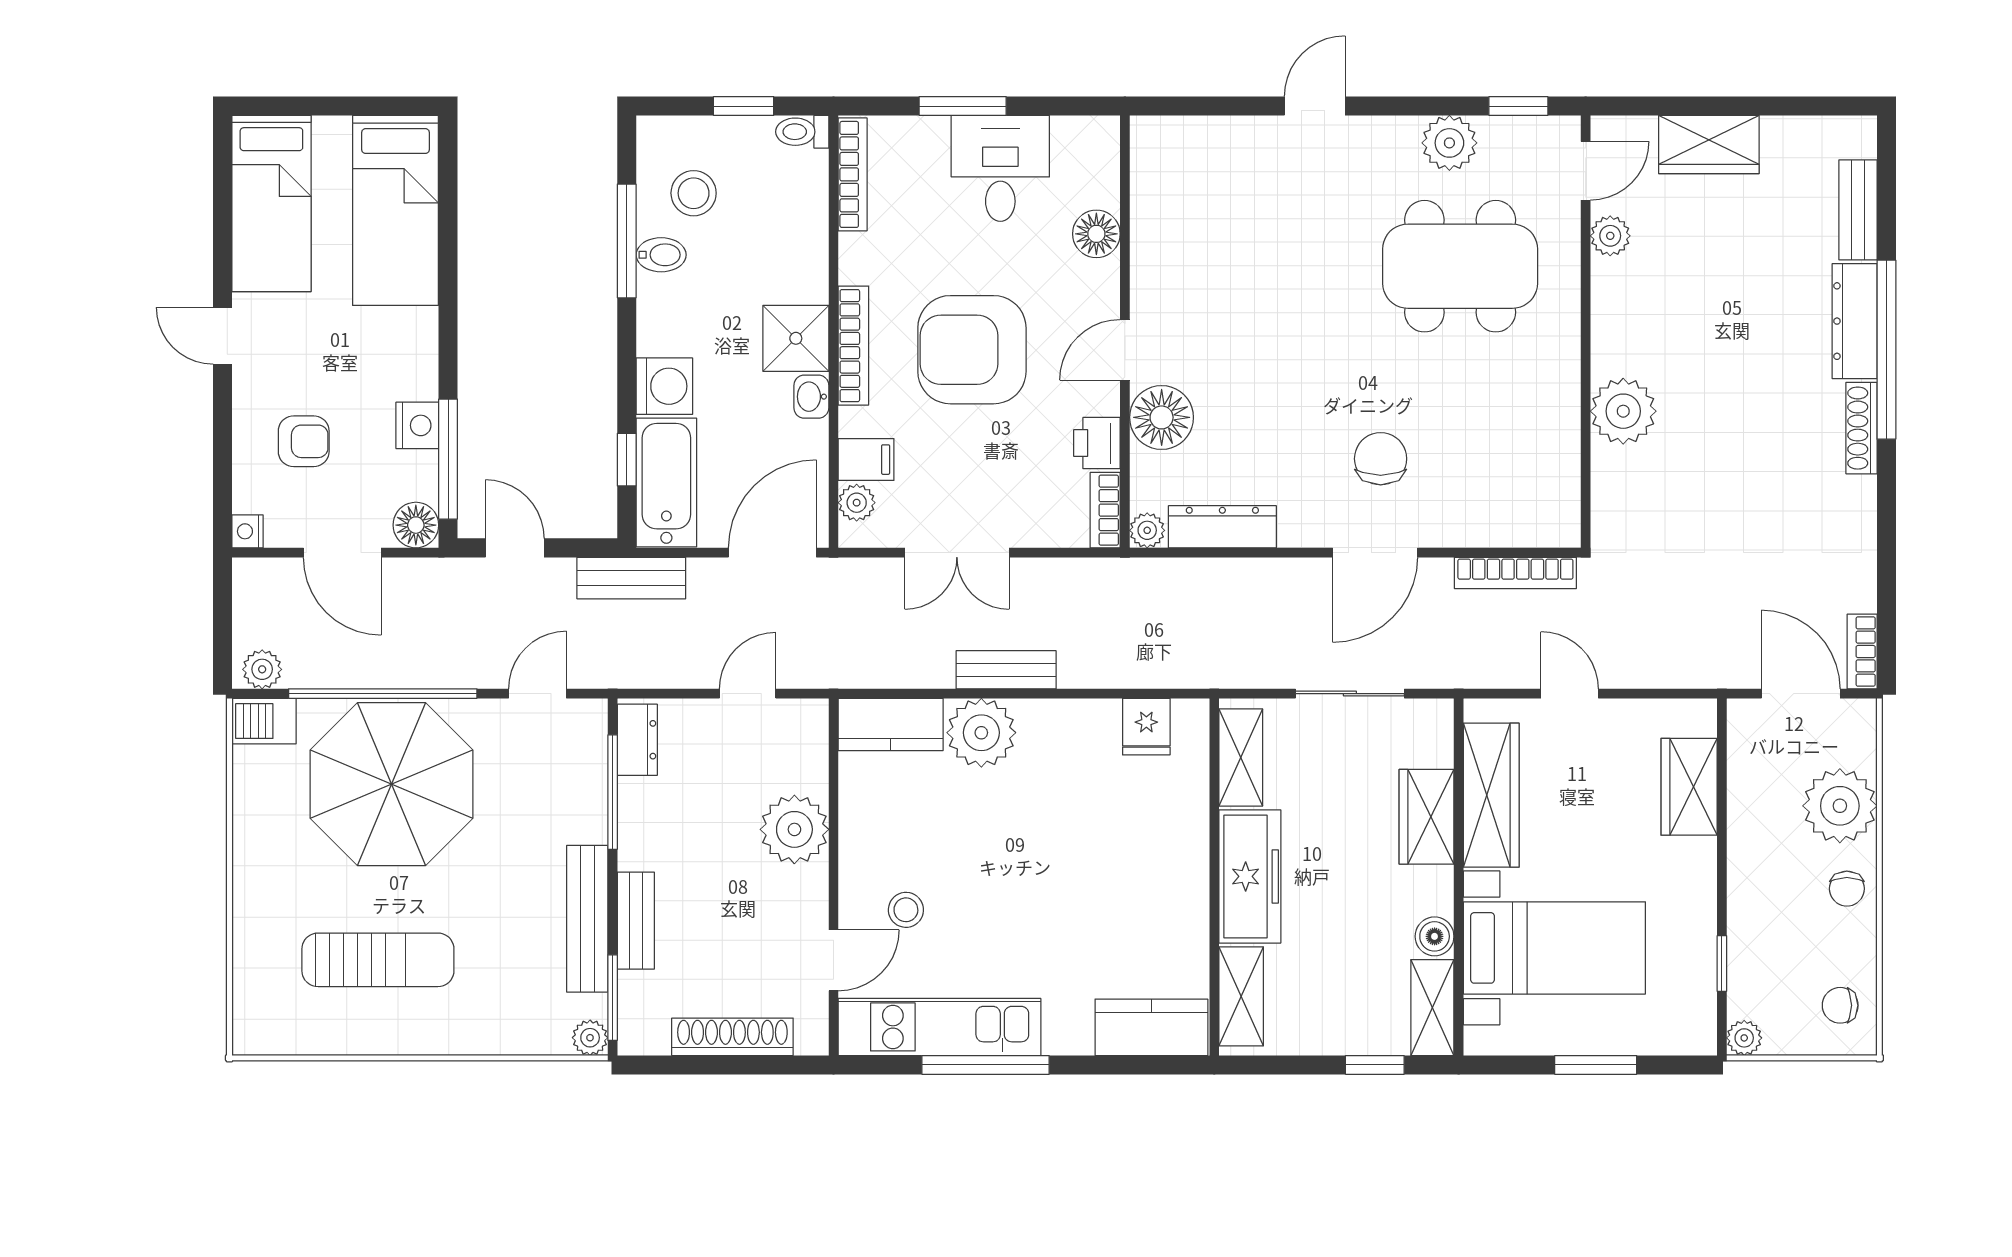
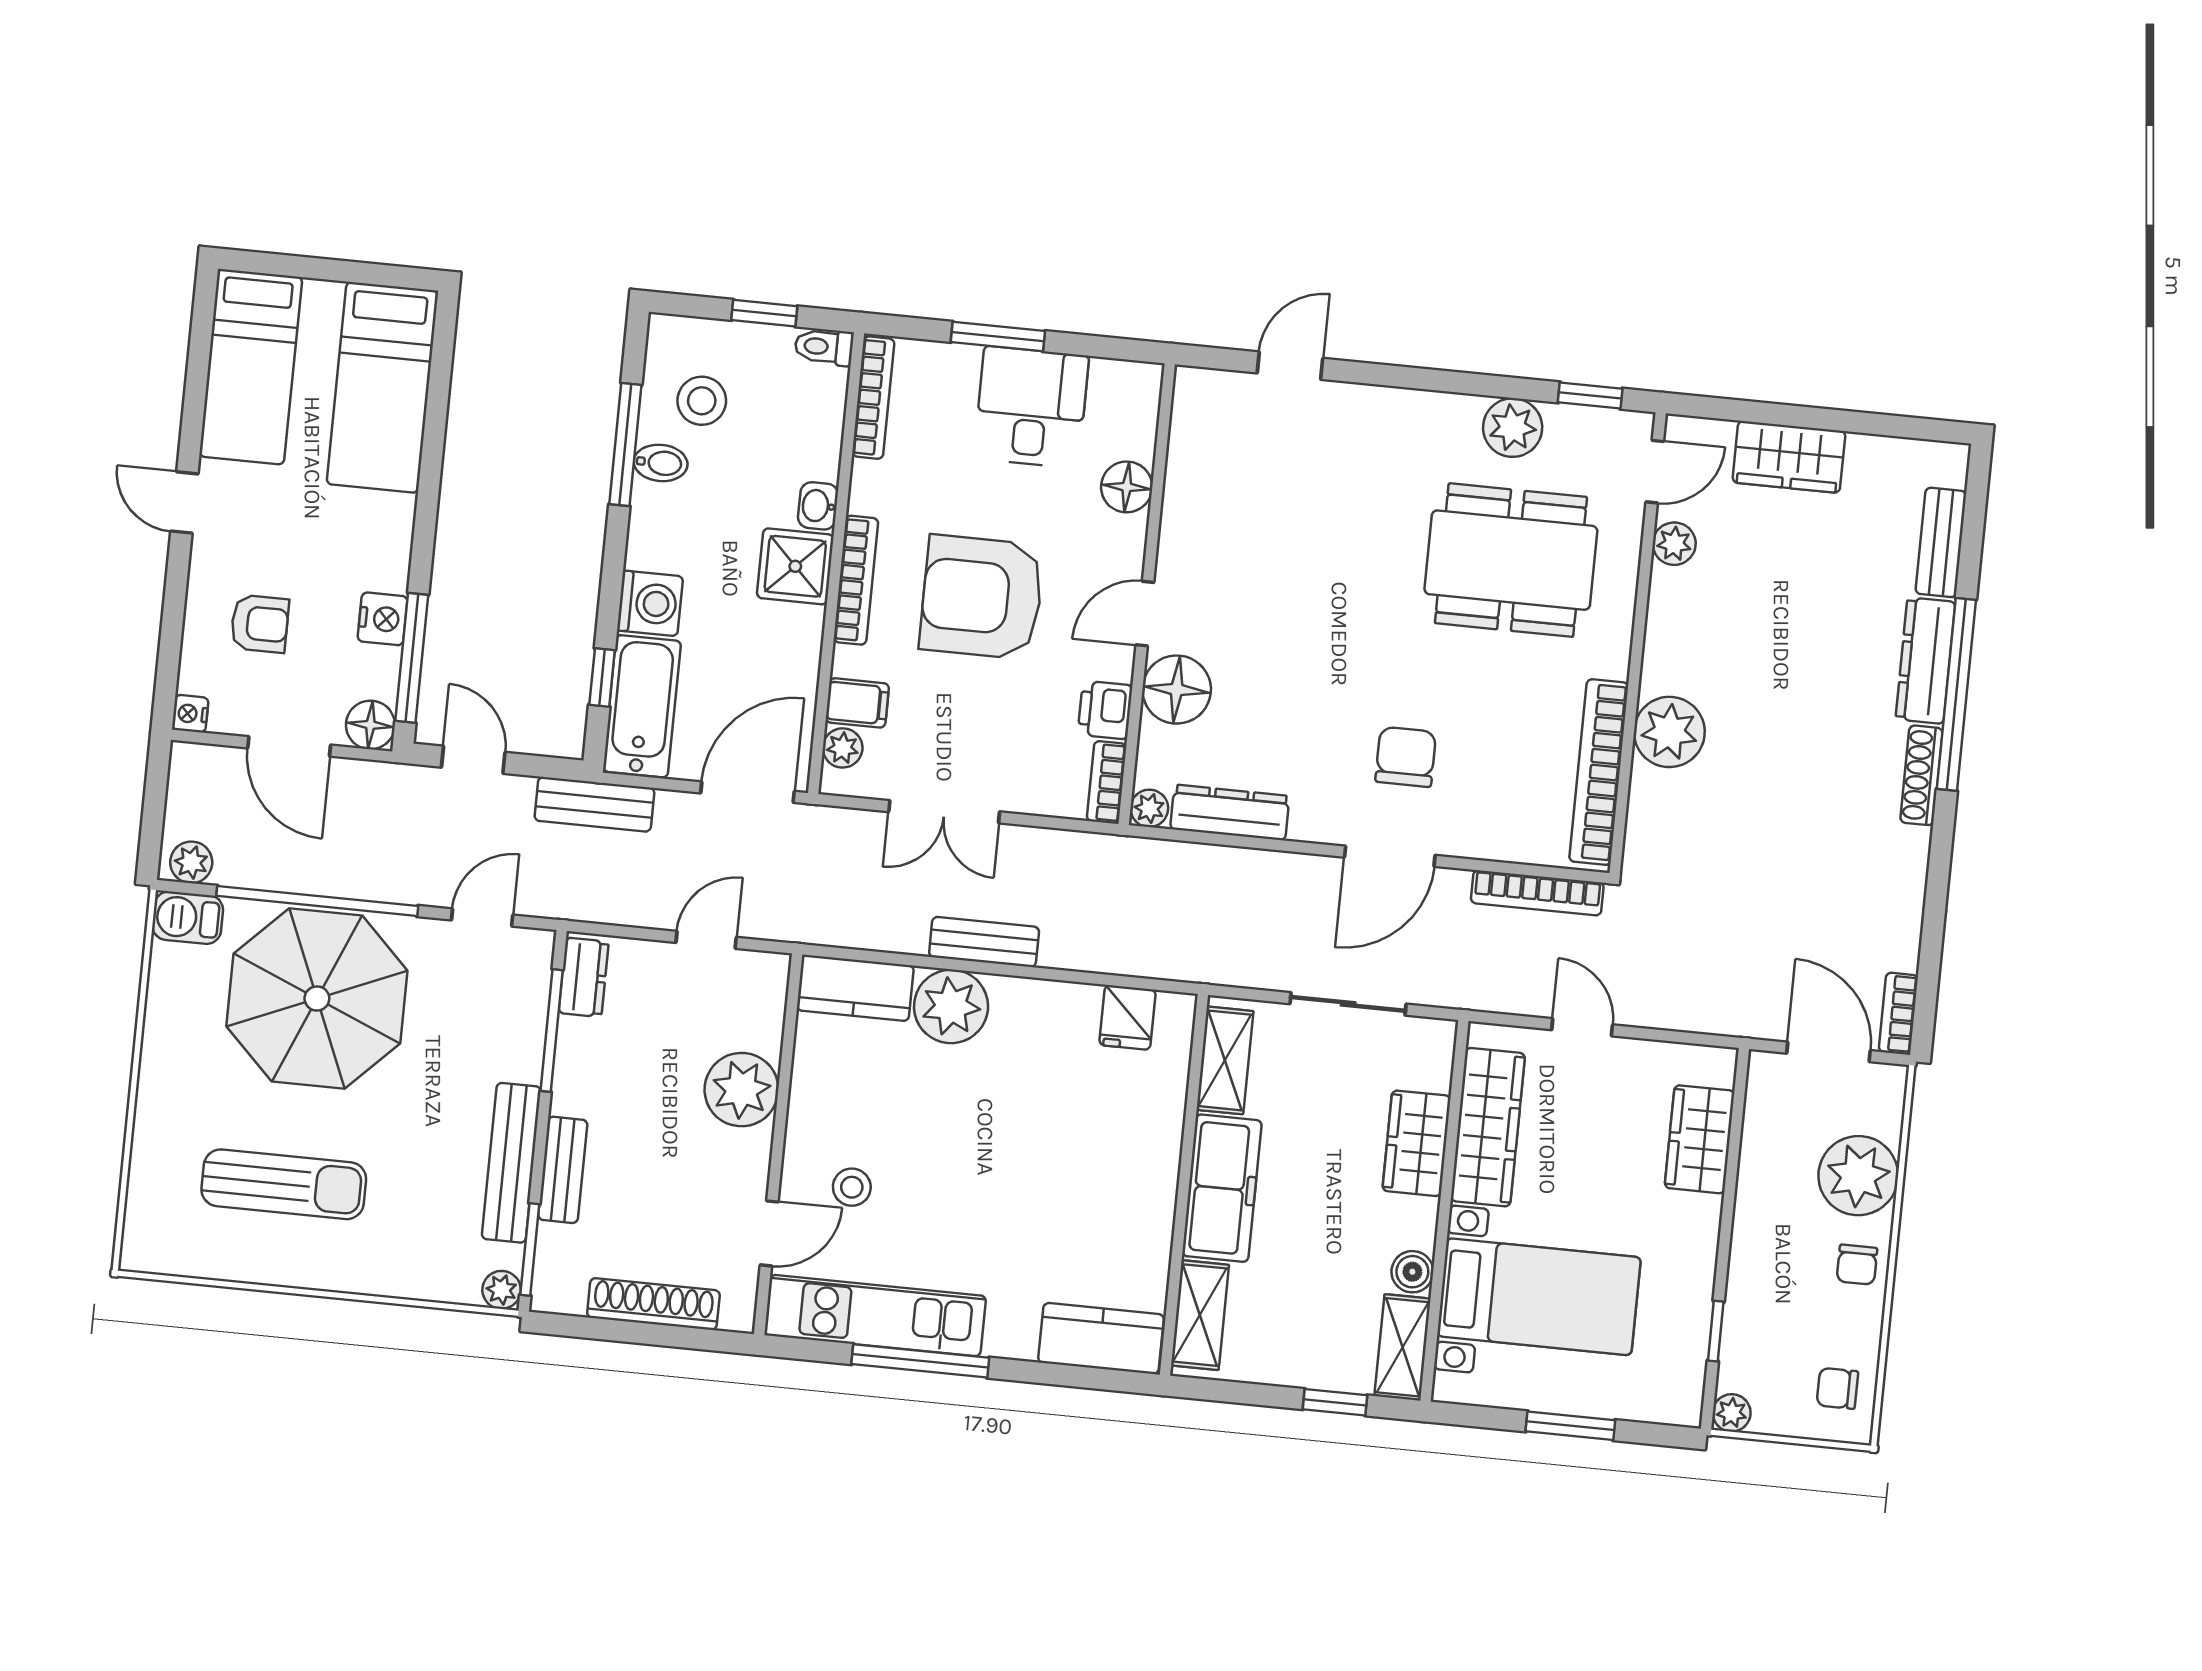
door: (1315, 106) -> (1290, 366), moved
washbasin: (811, 397) -> (818, 506), moved
bookcase: (1561, 455) -> (1599, 772), added

